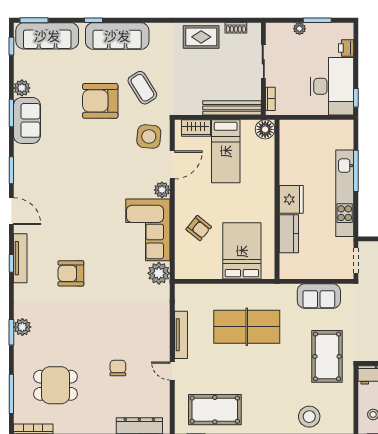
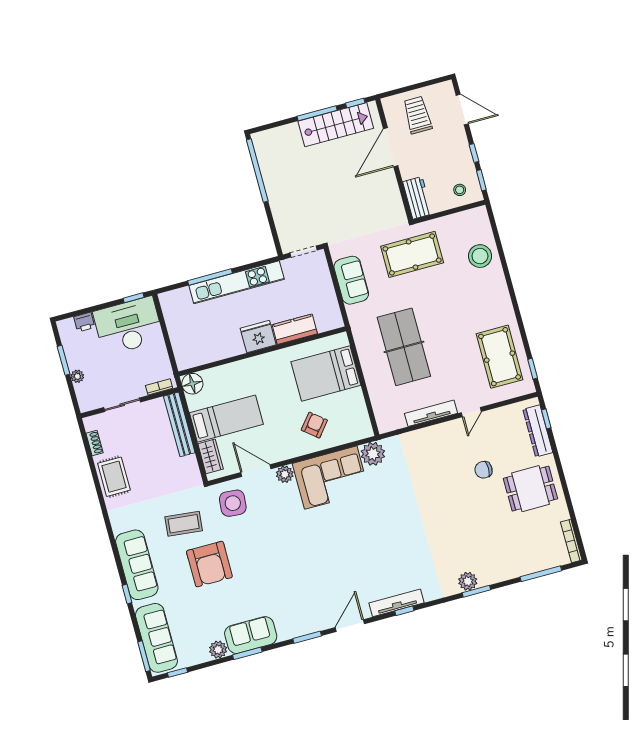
coffee table: (142, 88) -> (184, 524), turned 38
armchair: (71, 273) -> (398, 546), removed
dining table: (55, 385) -> (530, 489), moved, turned 90

